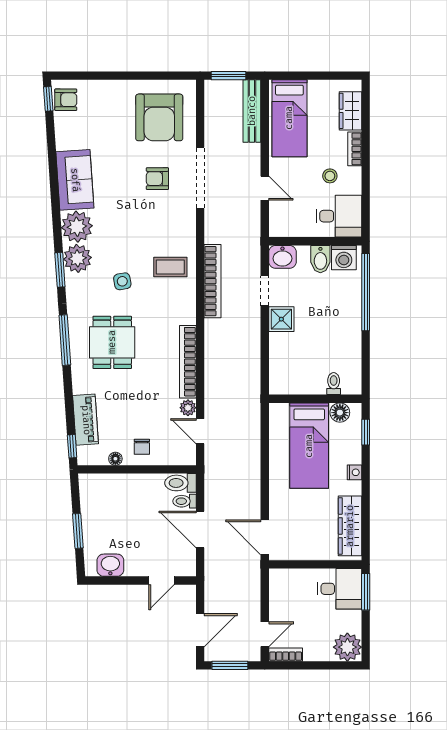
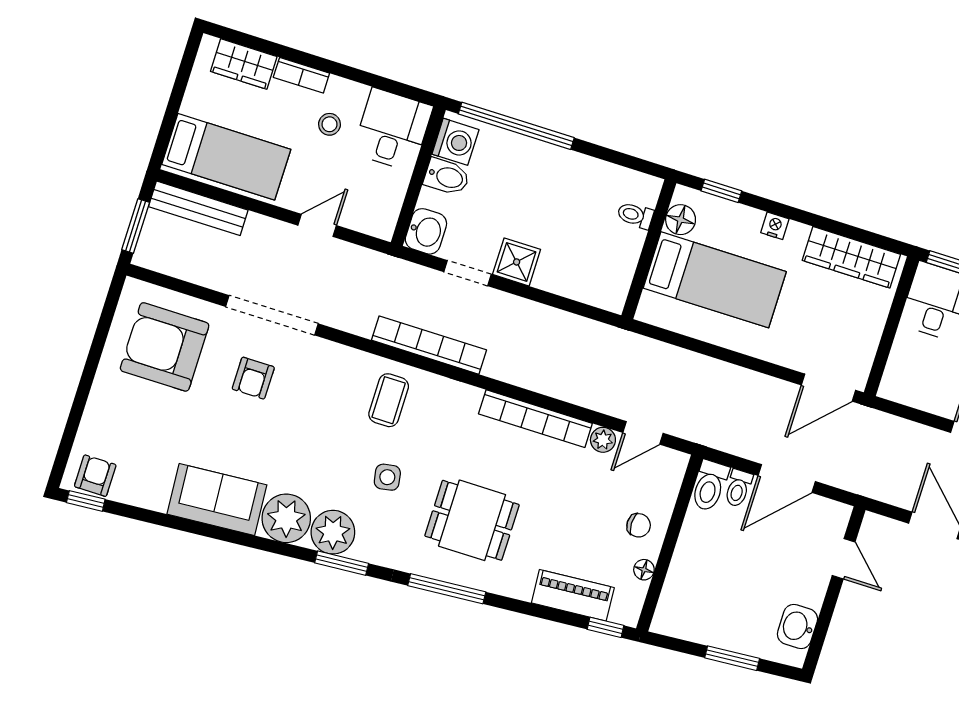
armchair: (159, 117) -> (165, 347), turned 180

